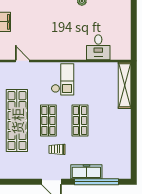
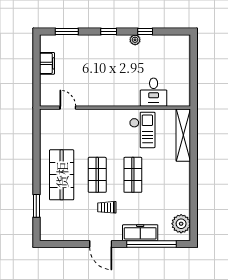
checkout: (63, 79) -> (142, 130), moved
shop shelf: (17, 121) -> (62, 175), width x0.71
plant: (123, 164) -> (181, 224), added

